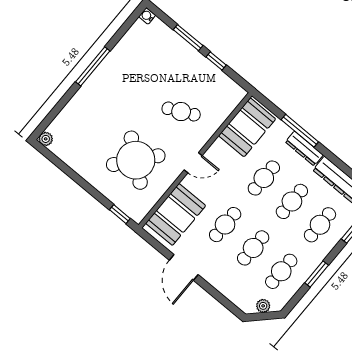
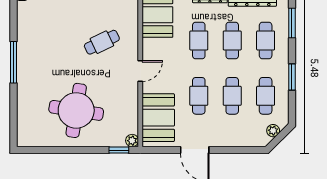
plant: (46, 139) -> (132, 141), moved
round table: (136, 160) -> (76, 110), moved, turned -30

